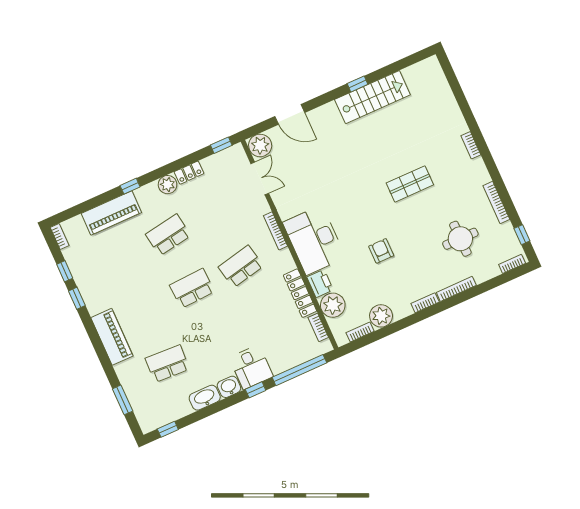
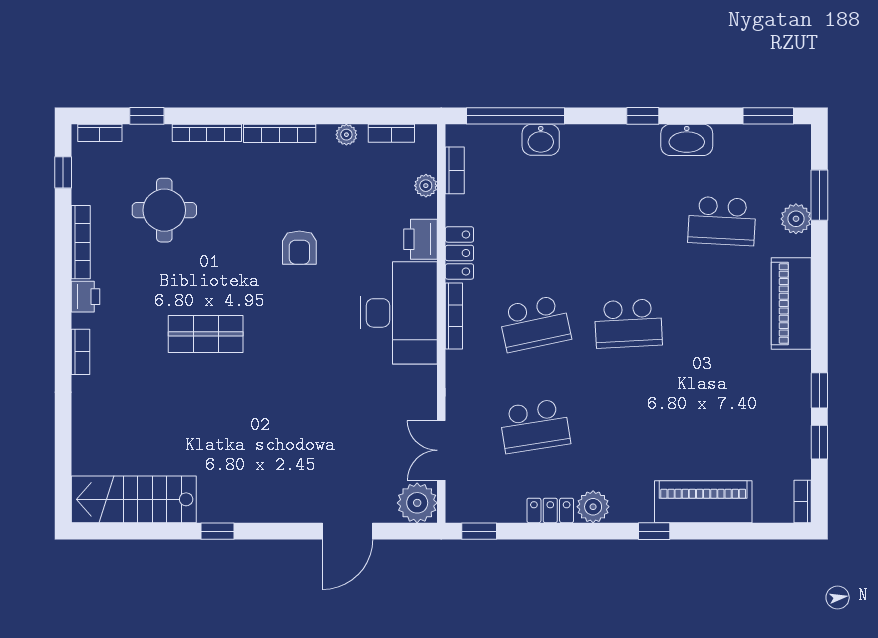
stairs: (372, 97) -> (134, 499), moved
door: (290, 114) -> (348, 531), swing flipped
printer: (481, 175) -> (86, 297), added
bookcase: (276, 231) -> (454, 316), moved
school desk: (168, 235) -> (535, 426), moved
window: (492, 284) -> (147, 116), added
locker: (300, 293) -> (459, 253), width x0.66
bookcase: (425, 303) -> (280, 133), width x1.56
plant: (333, 305) -> (426, 186), width x0.53, depth x0.53
plant: (381, 316) -> (346, 135), width x0.53, depth x0.53
desk: (251, 367) -> (590, 155), removed
plant: (129, 382) -> (796, 219), added
washbasin: (229, 387) -> (541, 140), moved
window: (256, 390) -> (643, 116), moved
window: (168, 429) -> (768, 116), width x1.50

